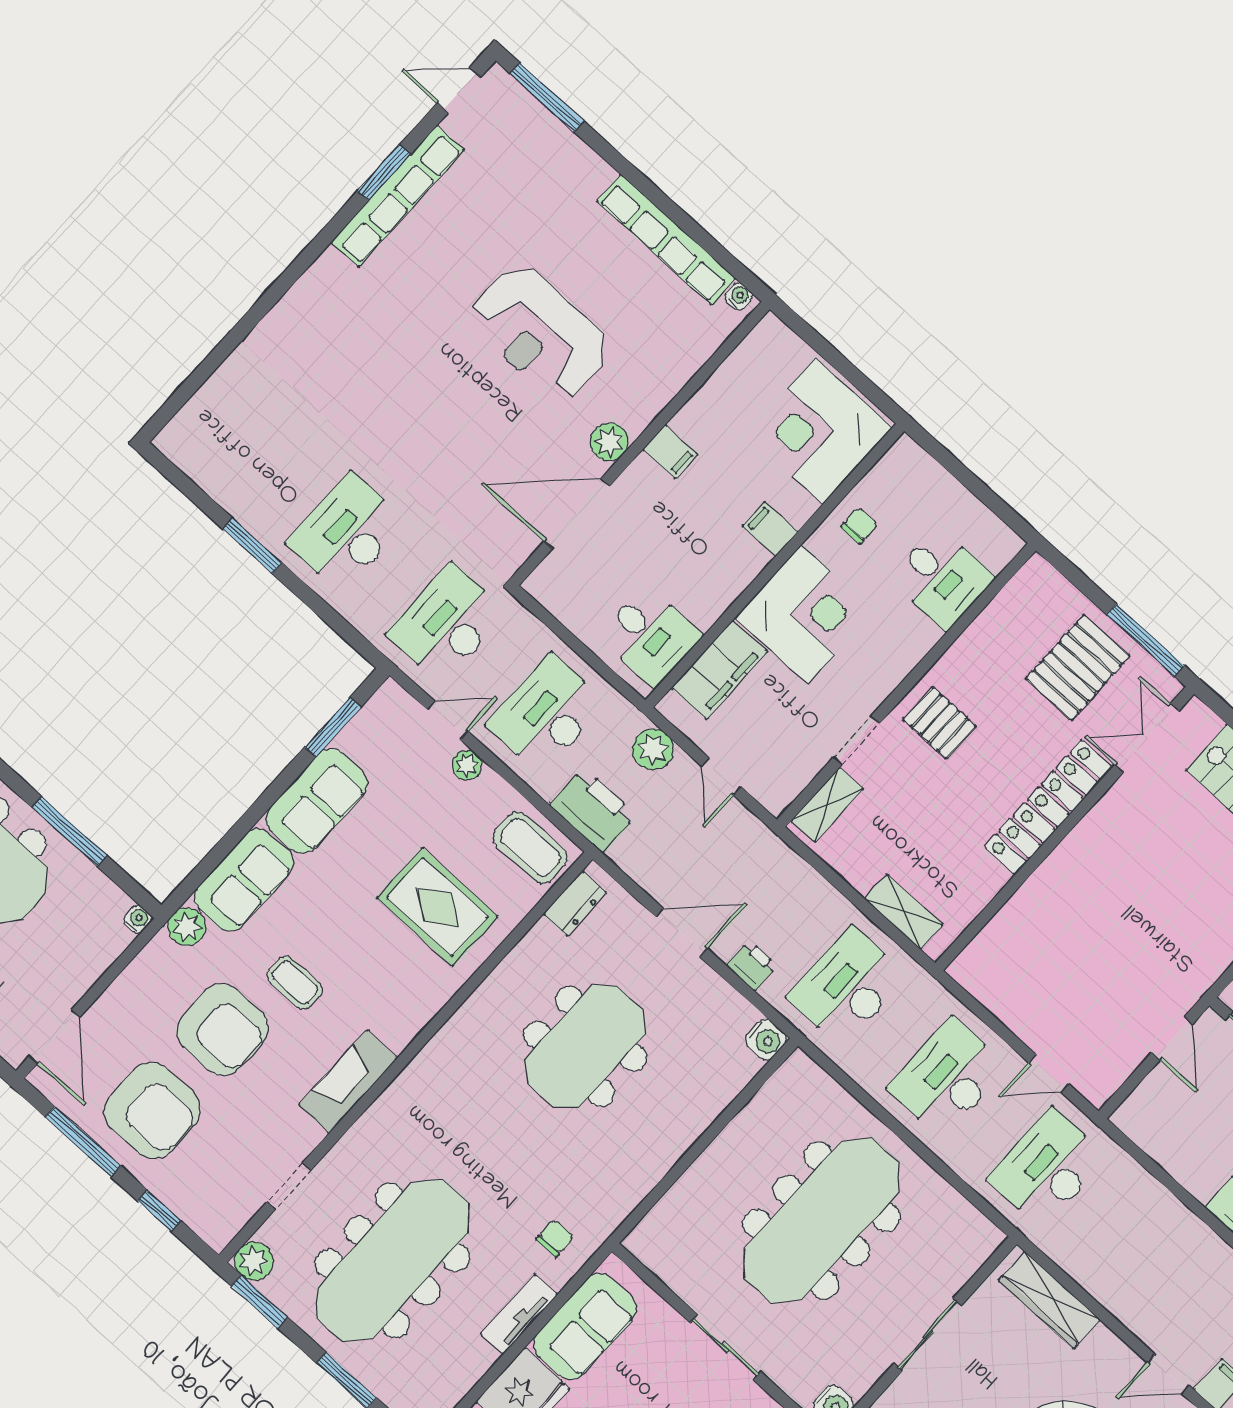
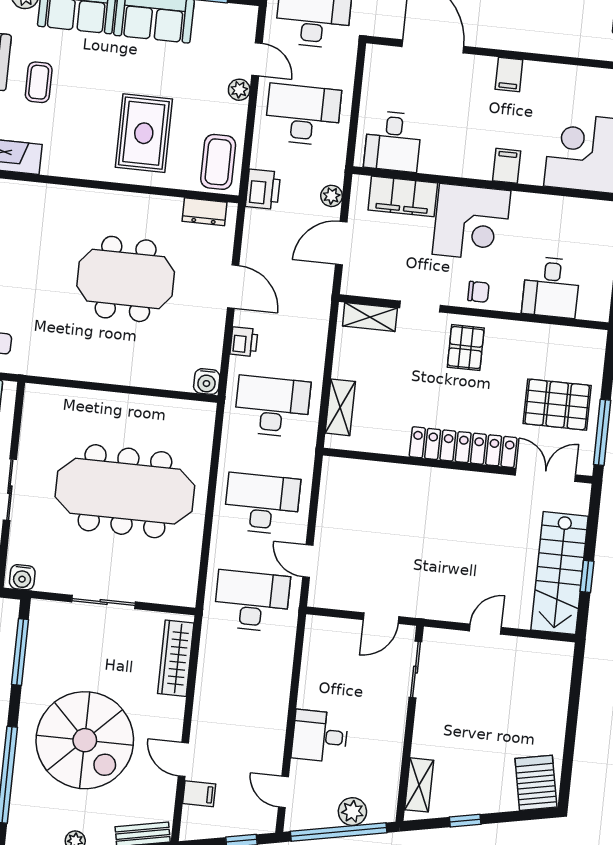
plant: (609, 442) -> (489, 35), removed
chair: (859, 525) -> (478, 292), moved
plant: (653, 749) -> (332, 196), width x0.73, depth x0.73
door: (721, 777) -> (341, 243), width x1.38
printer: (593, 810) -> (263, 189), width x0.73, depth x0.84

